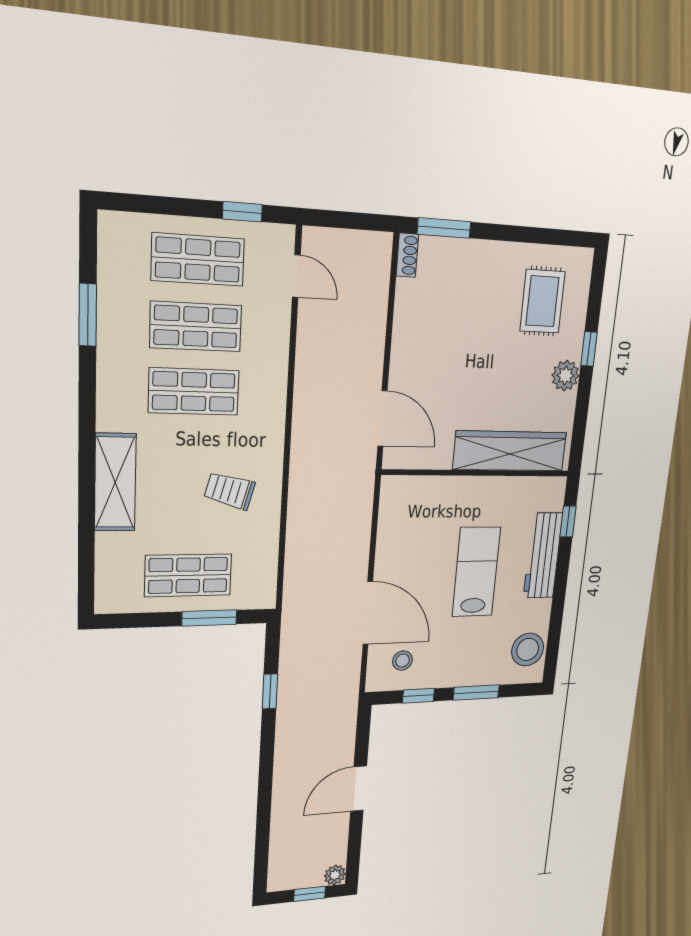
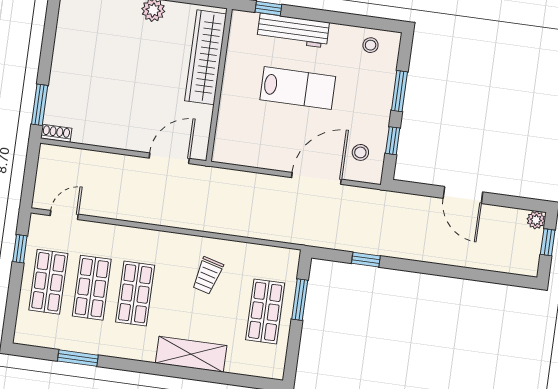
rug: (542, 301) -> (97, 29), removed
lab bench: (476, 572) -> (298, 88), turned 180
stool: (528, 649) -> (371, 45), width x0.53, depth x0.53

